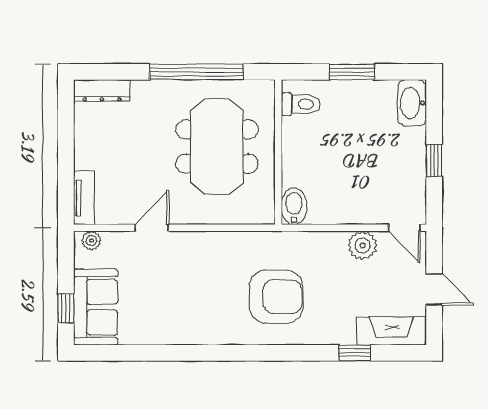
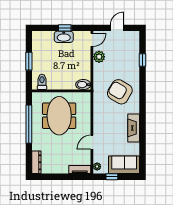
washbasin: (412, 103) -> (64, 37), moved
meeting table: (217, 147) -> (59, 116), turned 90
door: (152, 228) -> (92, 142), hinge flipped
armchair: (276, 297) -> (120, 92), turned -59
window: (66, 308) -> (112, 177), moved
fireplace: (392, 331) -> (134, 128), moved

